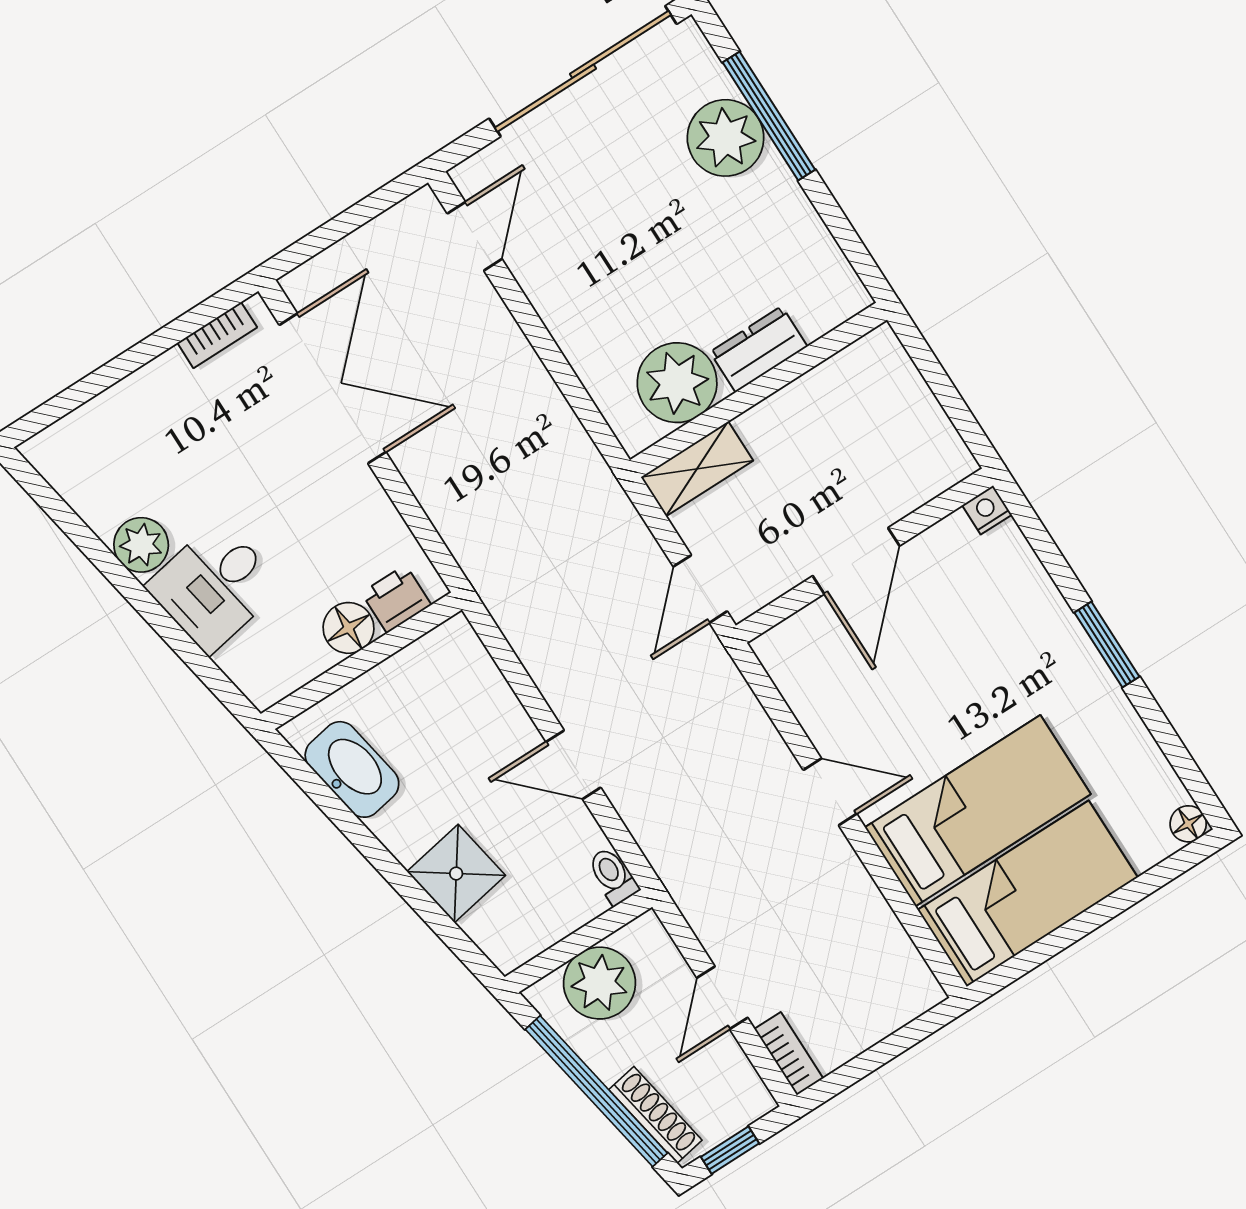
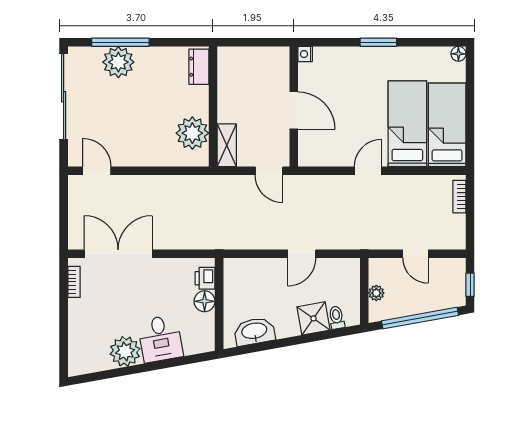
dresser: (759, 349) -> (199, 67), moved
plant: (141, 545) -> (125, 351), width x1.36, depth x1.36
toilet: (613, 876) -> (337, 318), moved, turned 80
plant: (599, 983) -> (376, 293), width x0.53, depth x0.53
bookcase: (789, 1054) -> (459, 197), moved, turned -90
shoe rack: (655, 1115) -> (441, 303), removed

